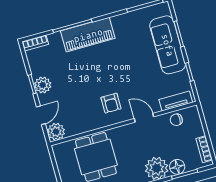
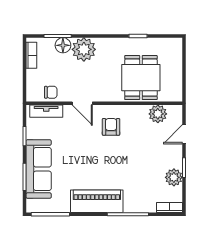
piano: (88, 35) -> (97, 201), moved
plant: (43, 85) -> (174, 177), moved
plant: (56, 132) -> (158, 114), moved

